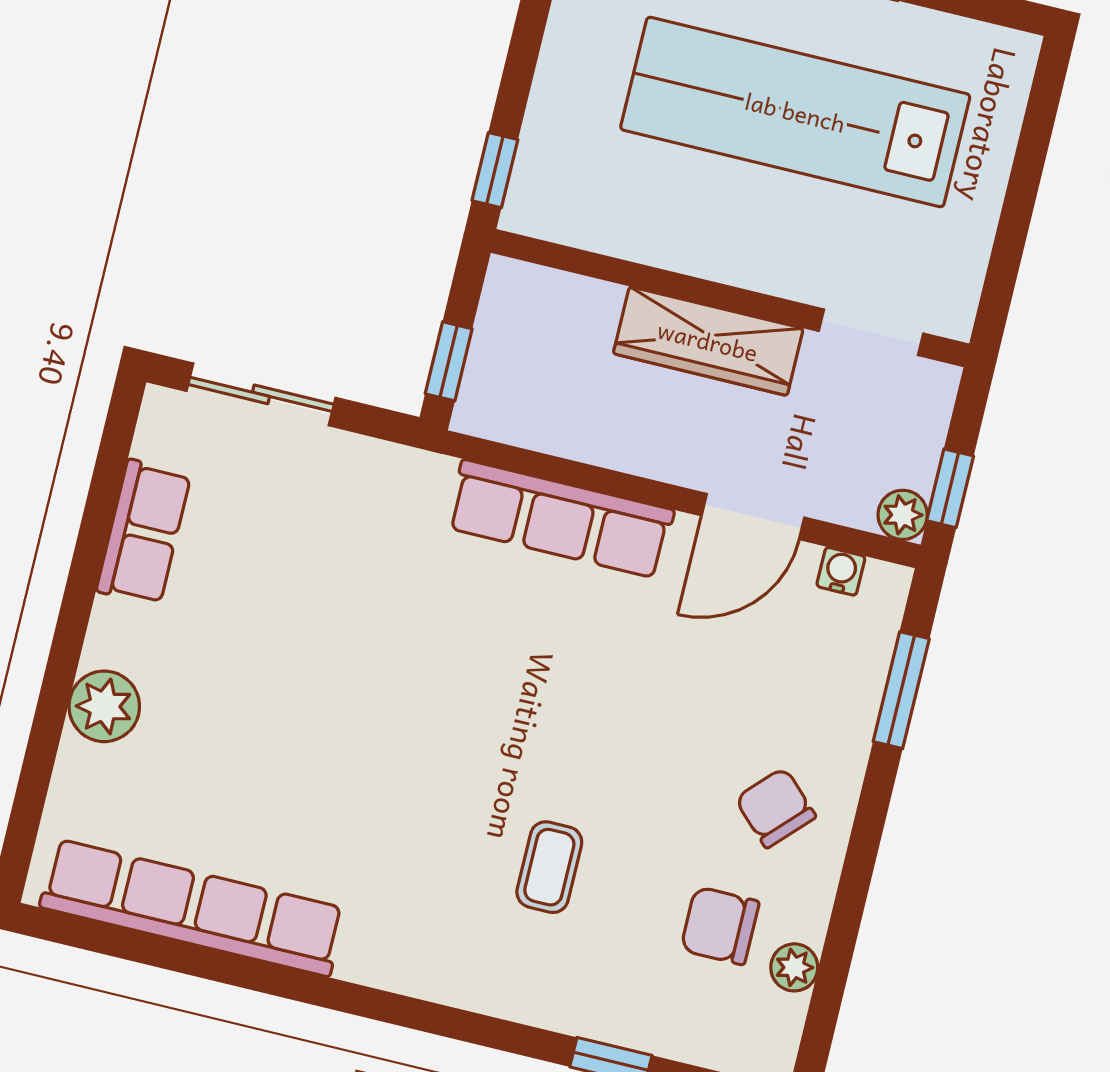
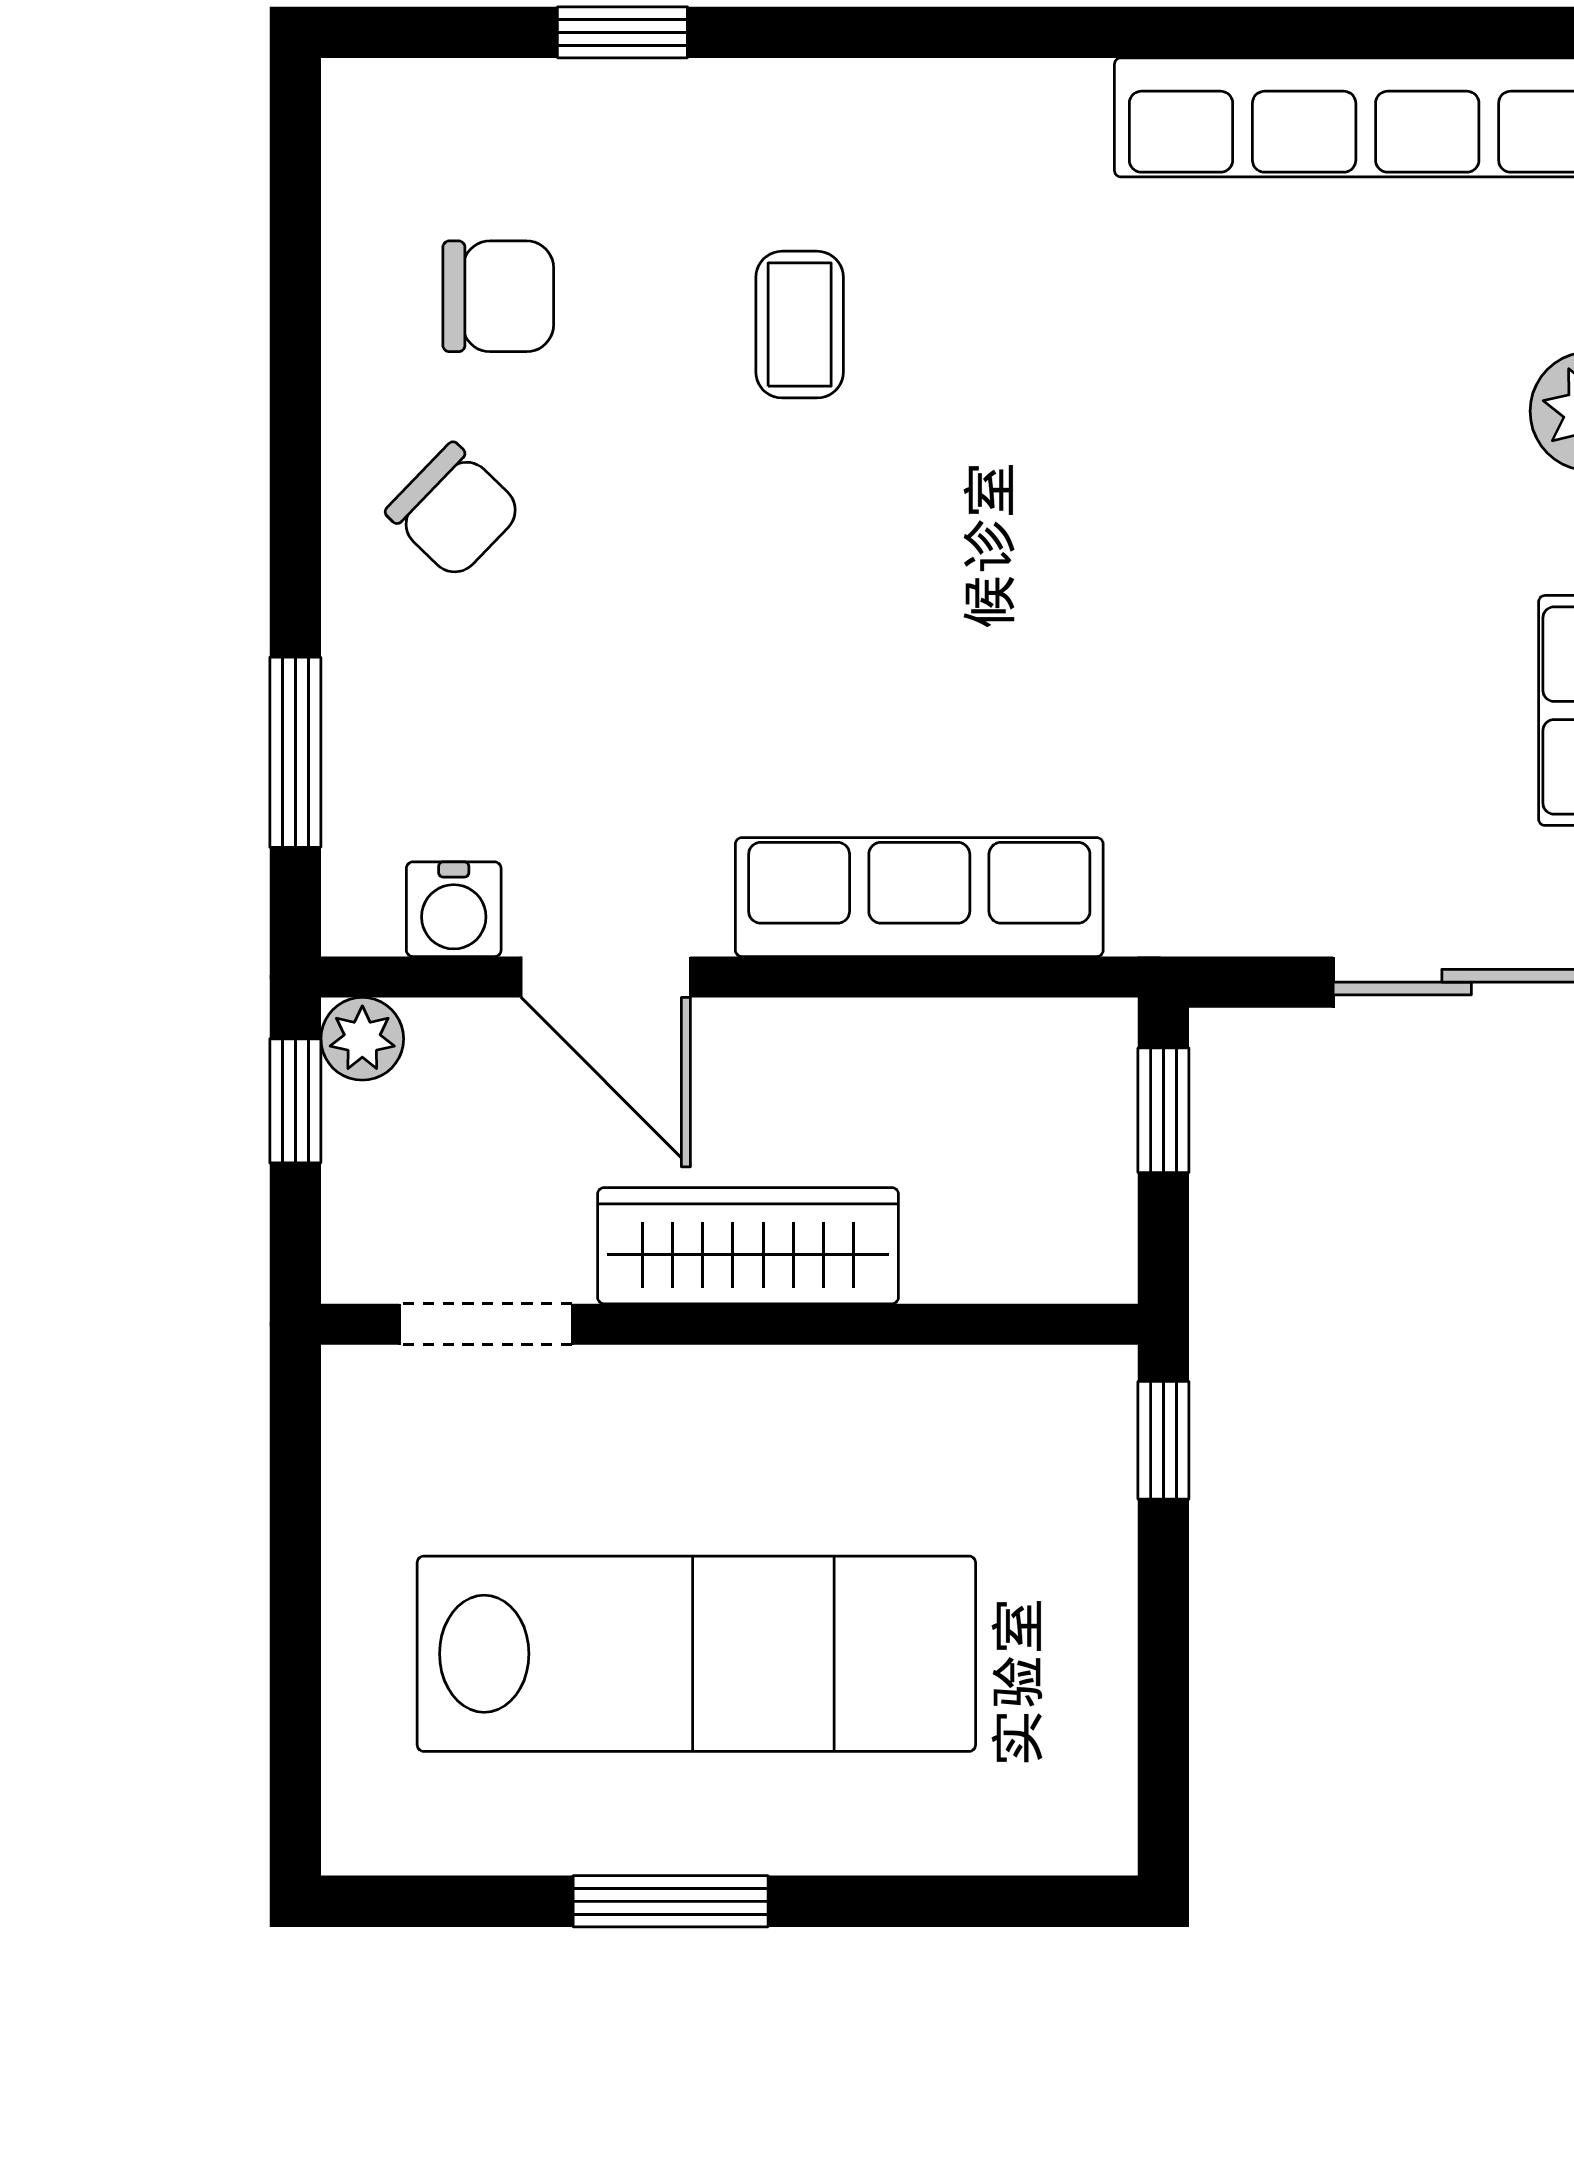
door: (753, 517) -> (606, 977), swing flipped
water cooler: (841, 571) -> (454, 909), width x1.38, depth x1.38
plant: (794, 967) -> (360, 258), removed

